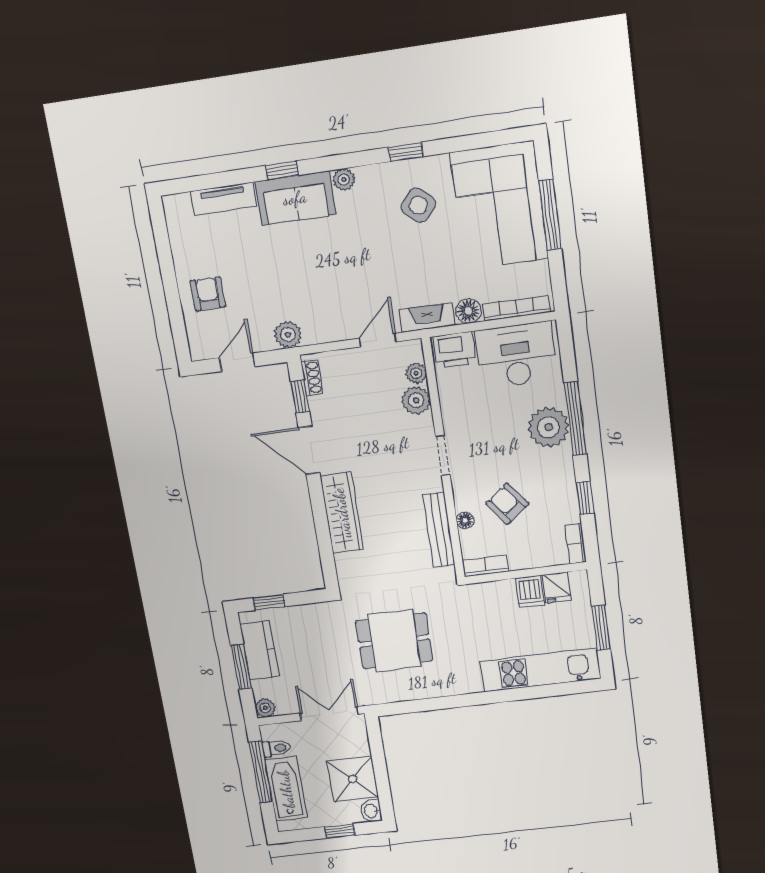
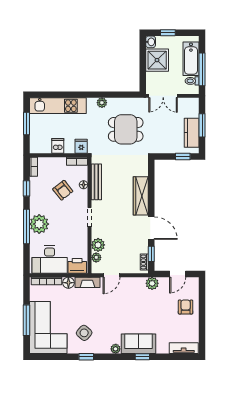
tv unit: (223, 199) -> (184, 348), moved
armchair: (208, 294) -> (186, 307), turned 180
fridge: (557, 588) -> (81, 146), moved
plant: (265, 708) -> (102, 103), moved

